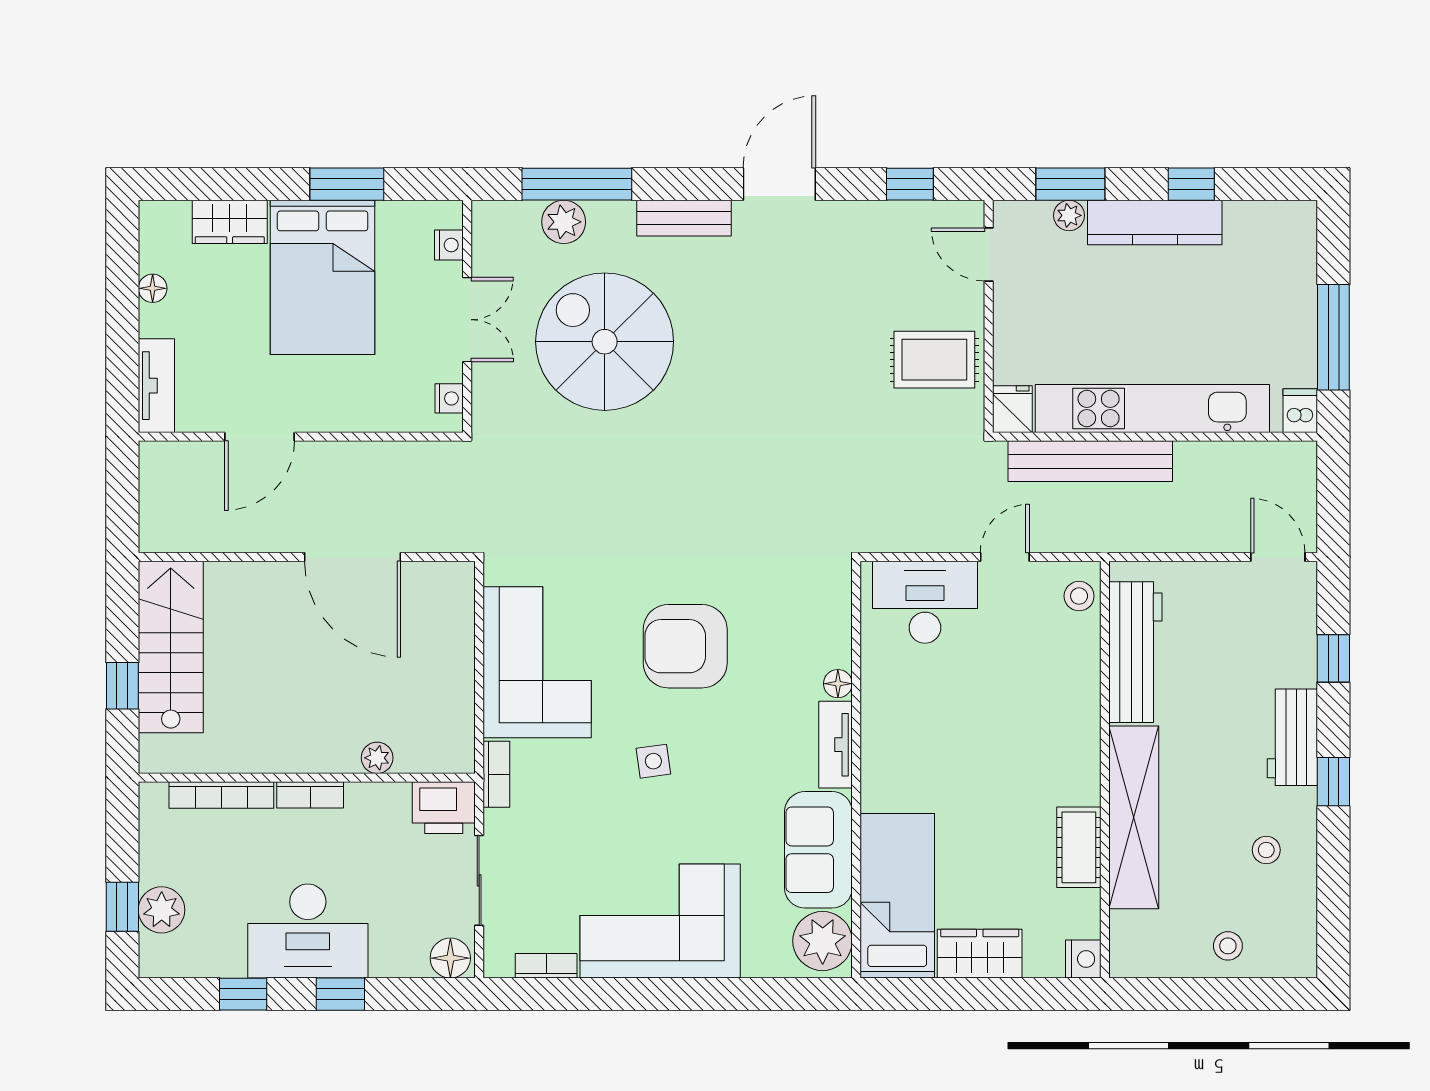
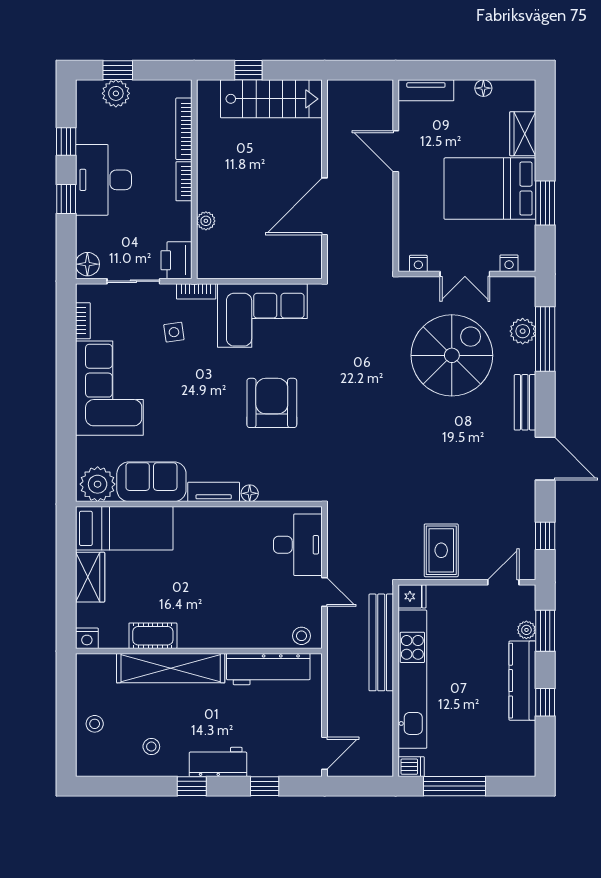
side table: (653, 761) -> (174, 332), moved

